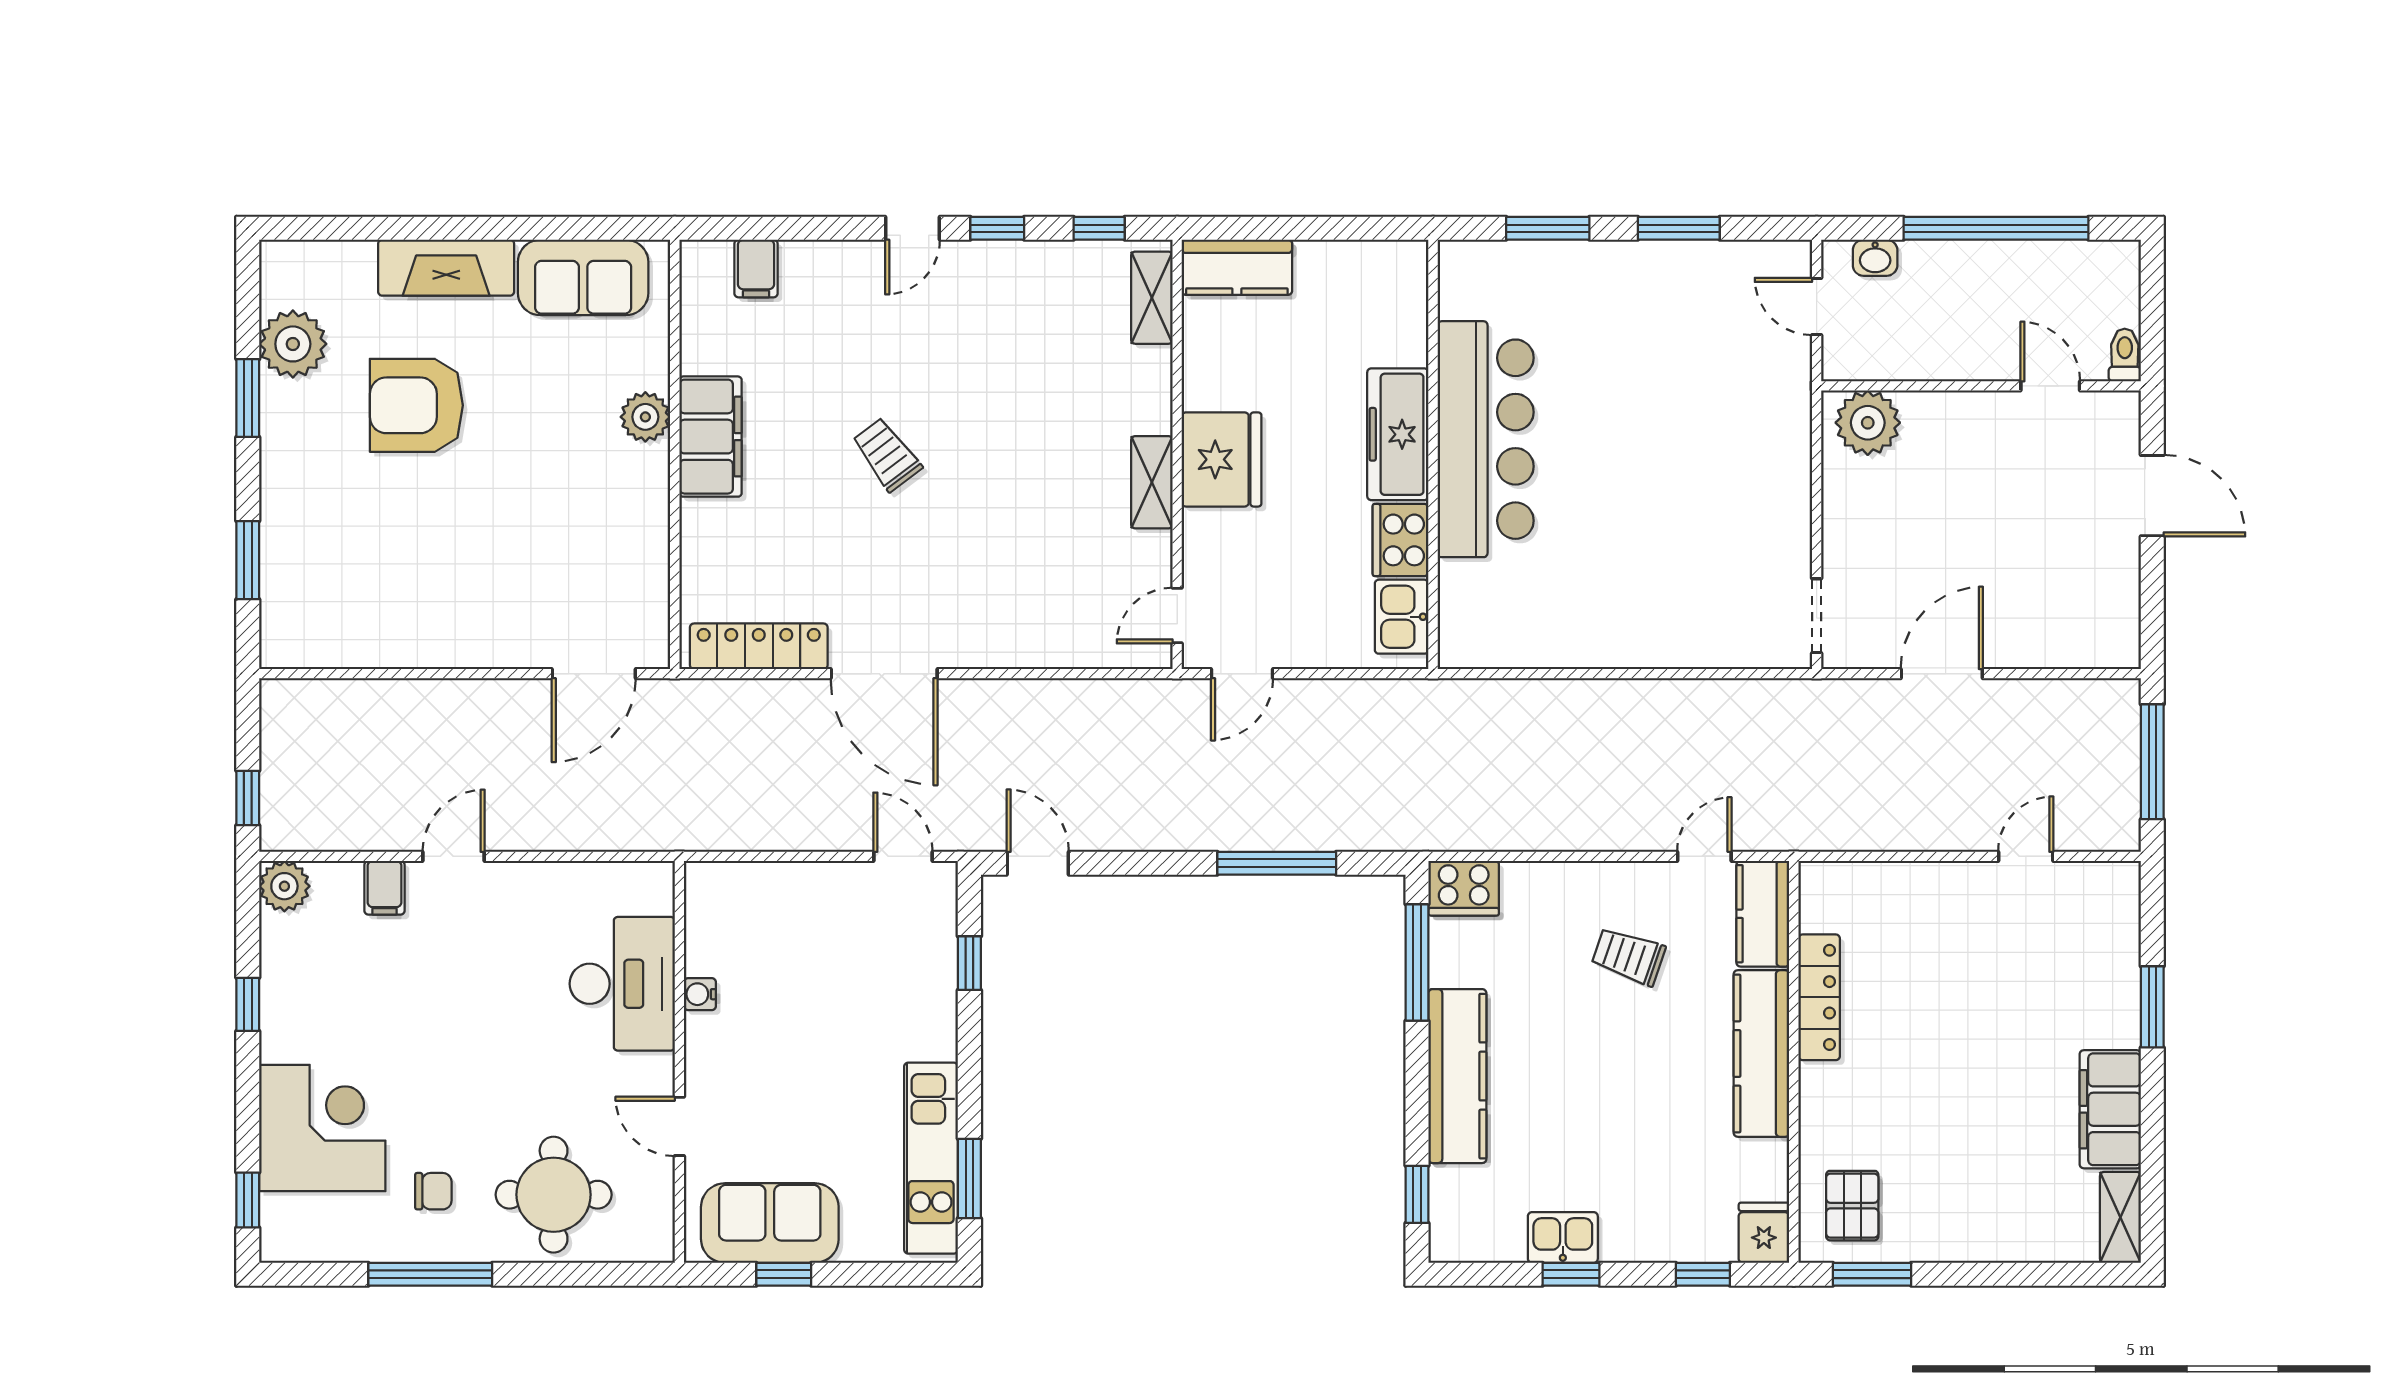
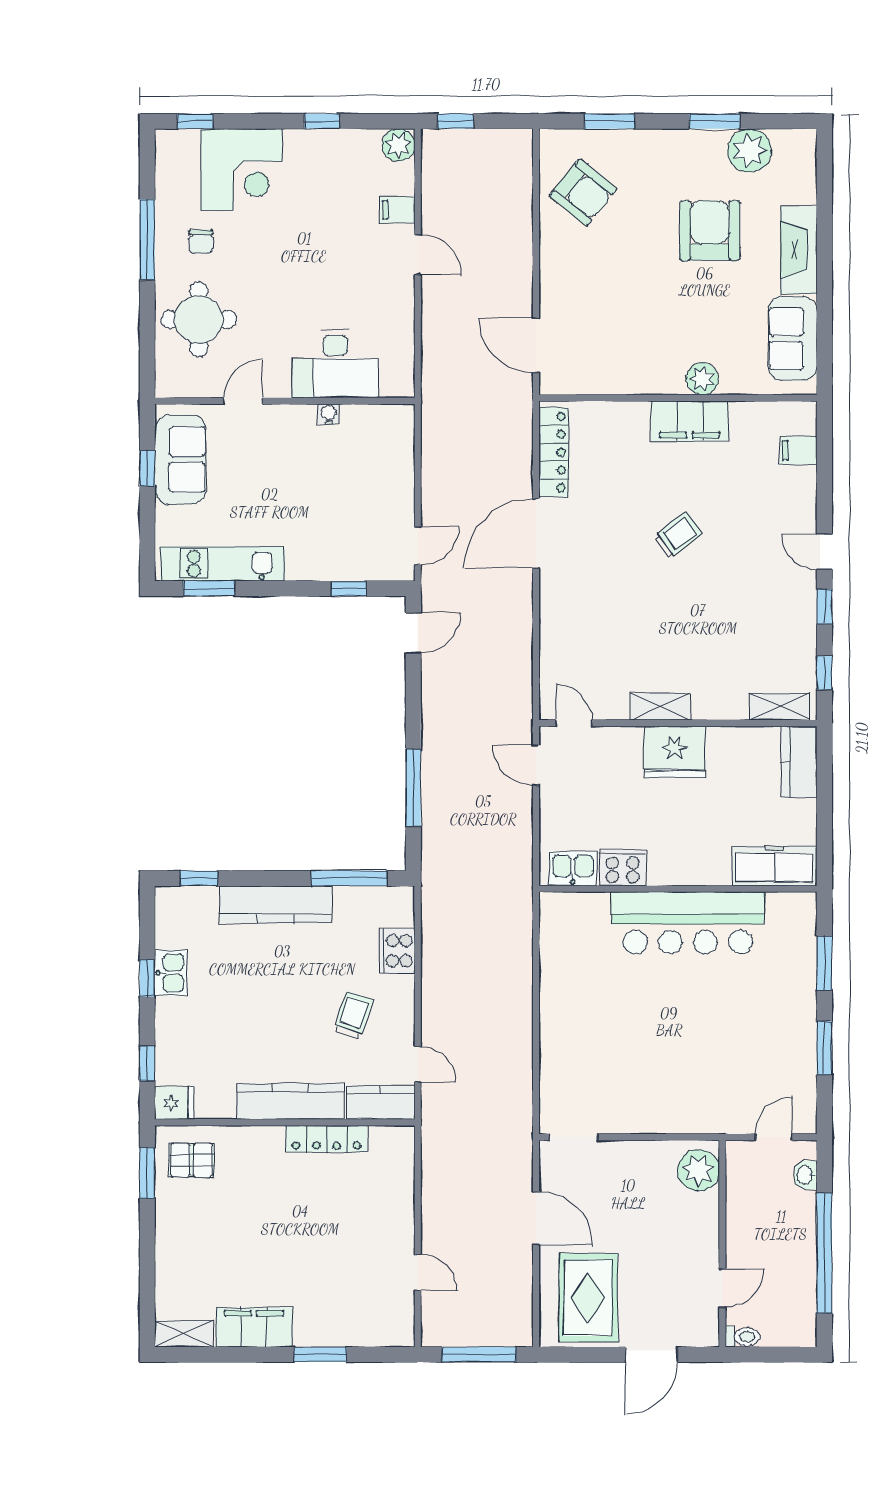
freezer: (1398, 434) -> (774, 866), moved
rug: (2065, 593) -> (588, 1298), added
armchair: (358, 601) -> (583, 192), added
cooker: (1464, 888) -> (397, 951), moved

